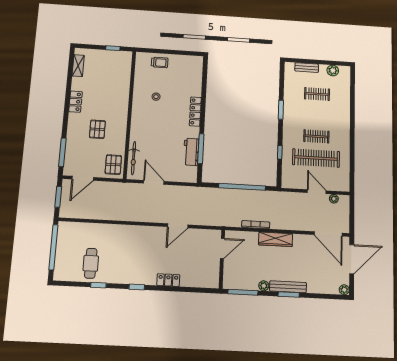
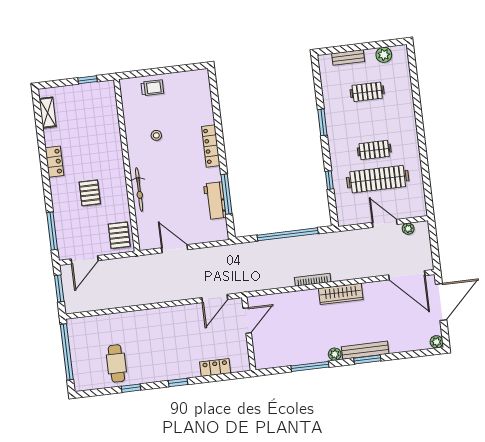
bicycle: (134, 158) -> (139, 190), moved
door: (222, 249) -> (247, 321), moved
wall: (222, 259) -> (249, 334), moved

